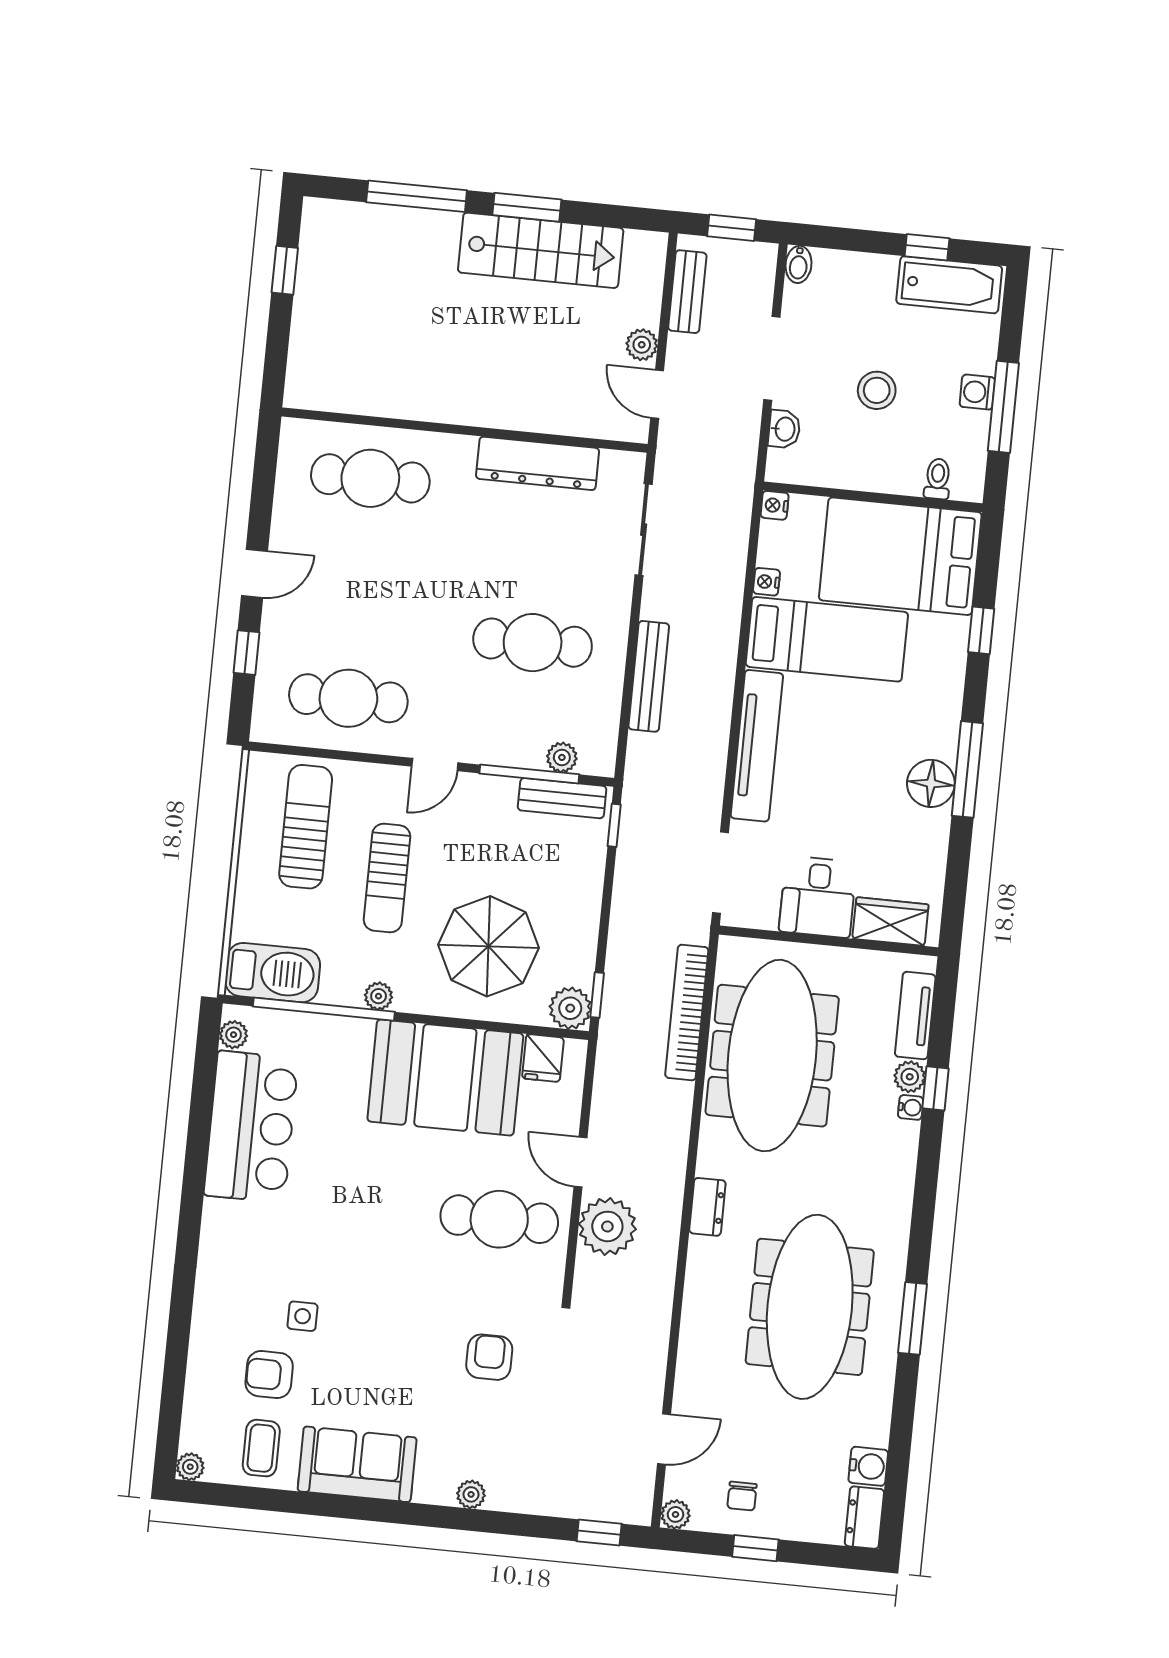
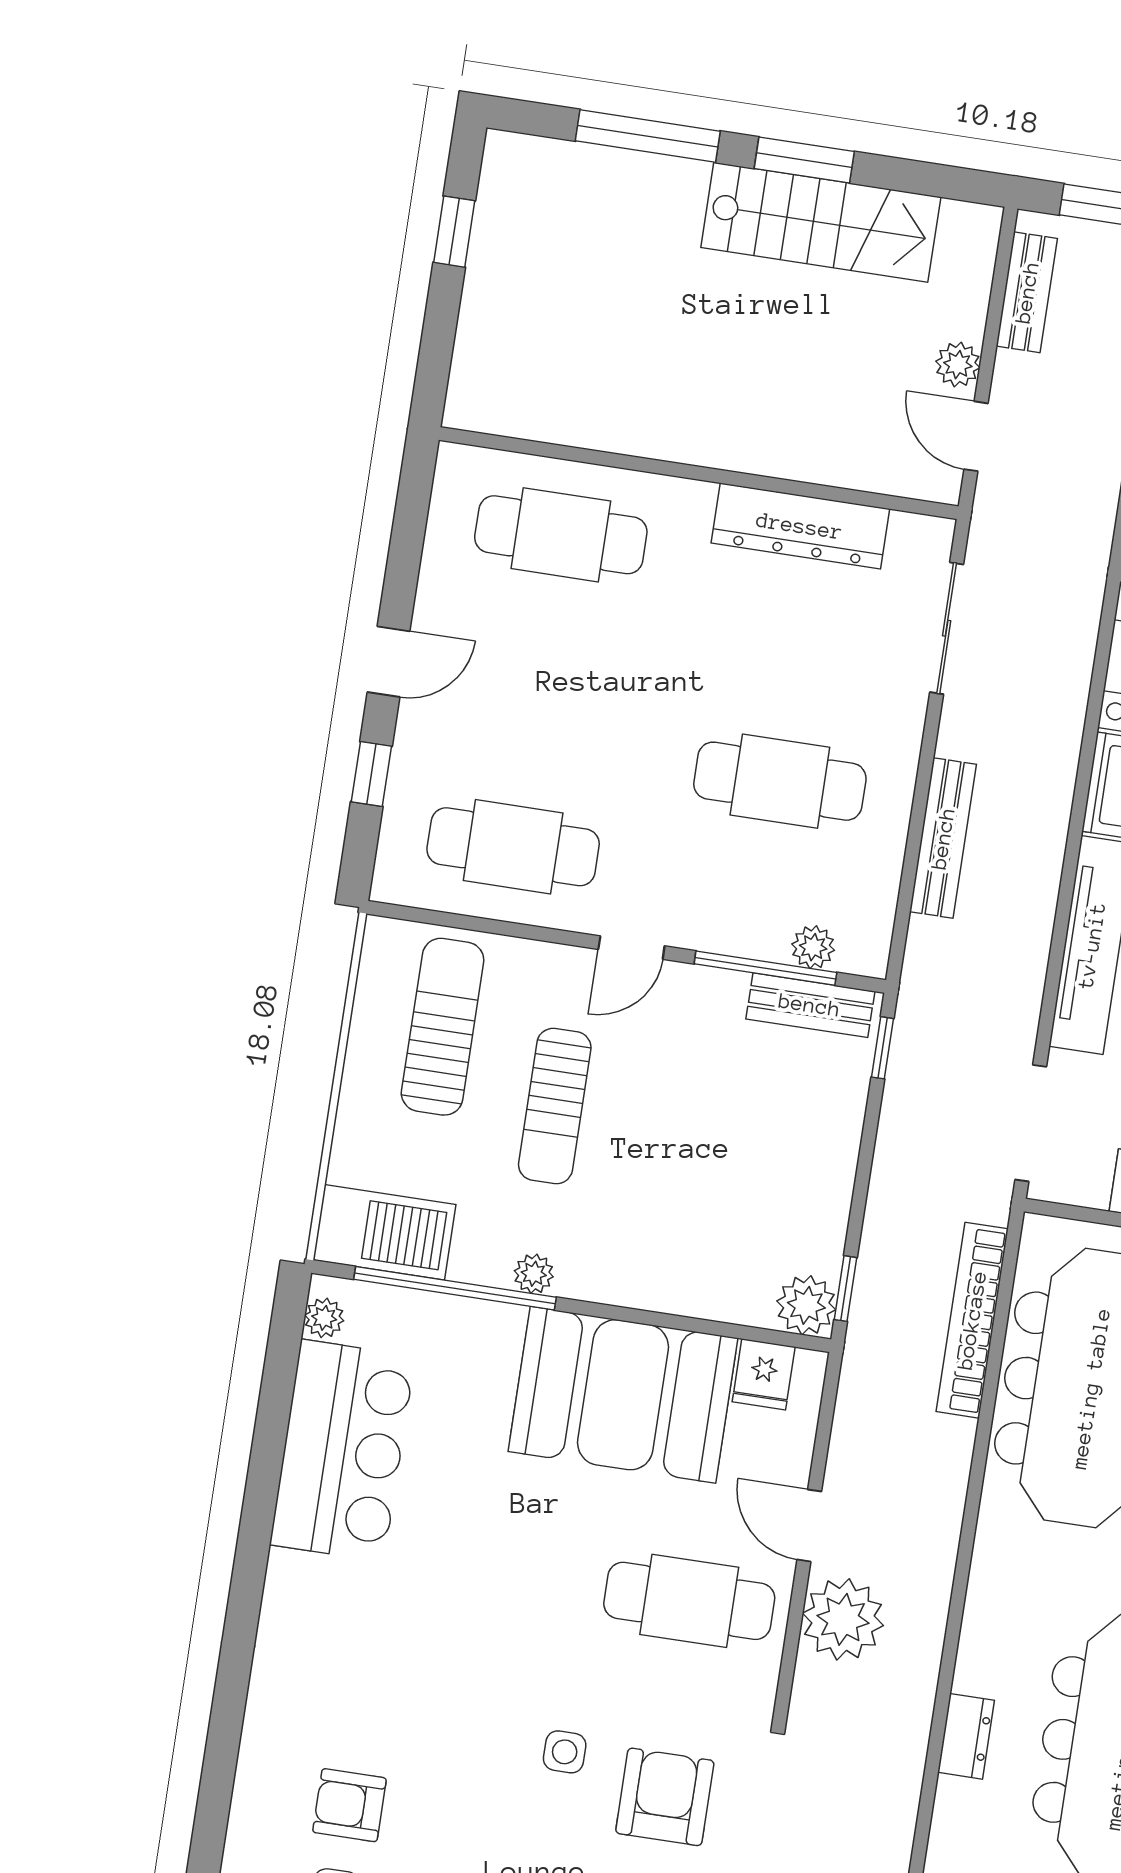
parasol: (488, 946) -> (694, 1211), removed
dresser: (707, 1207) -> (966, 1736), moved
side table: (303, 1316) -> (565, 1752), moved
armchair: (489, 1357) -> (665, 1797), width x1.38, depth x1.38

